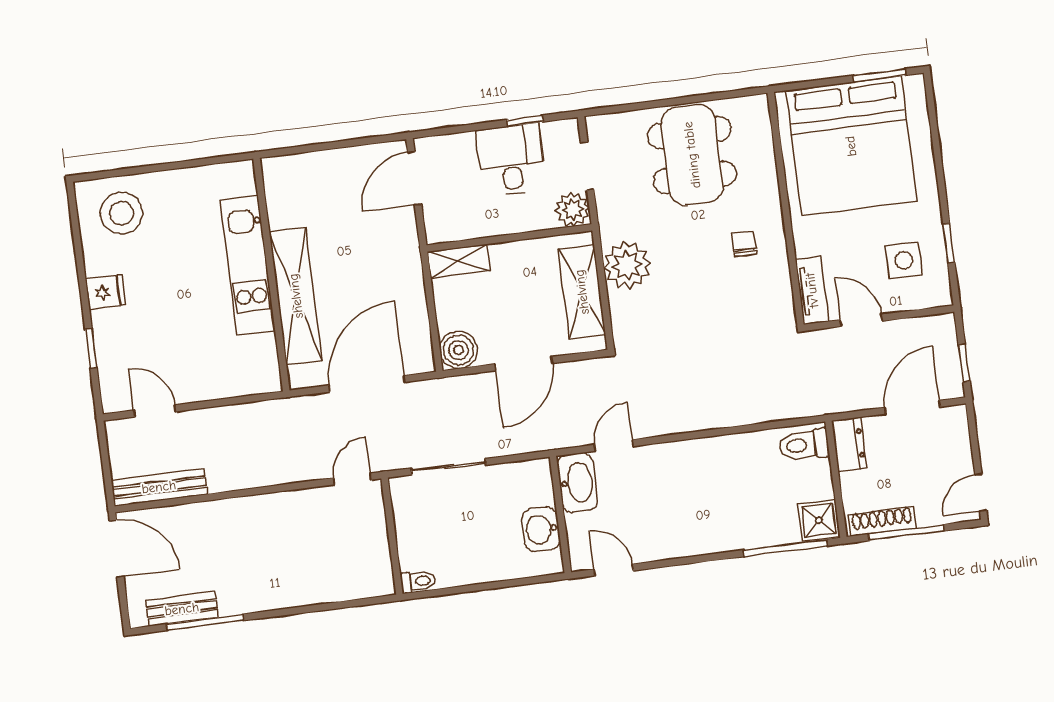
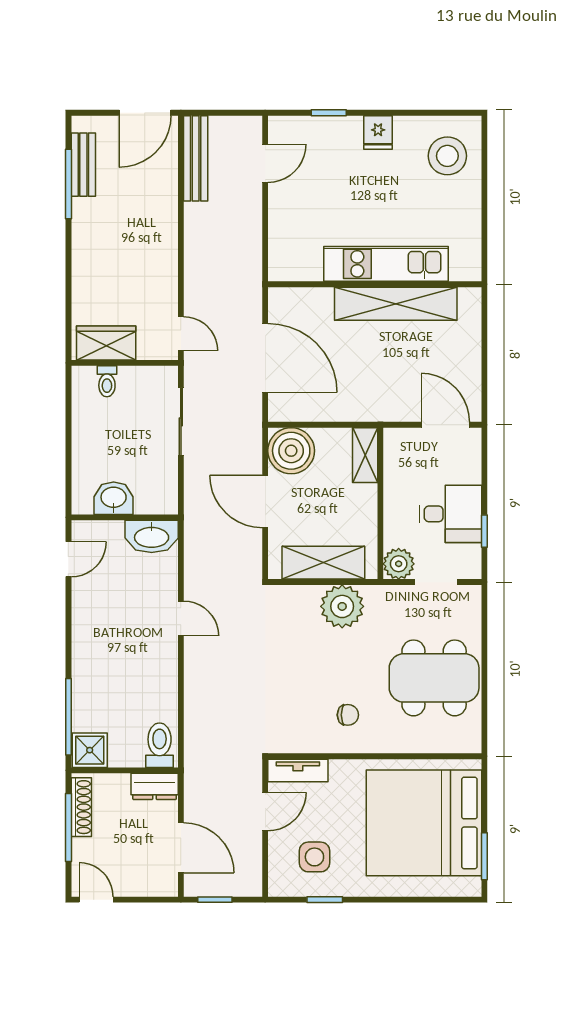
shelving: (296, 296) -> (396, 304), moved
boiler: (459, 350) -> (291, 451), width x1.37, depth x1.37
door: (614, 445) -> (181, 618), moved
wardrobe: (373, 559) -> (106, 343), added
toilet: (418, 581) -> (107, 381), moved

